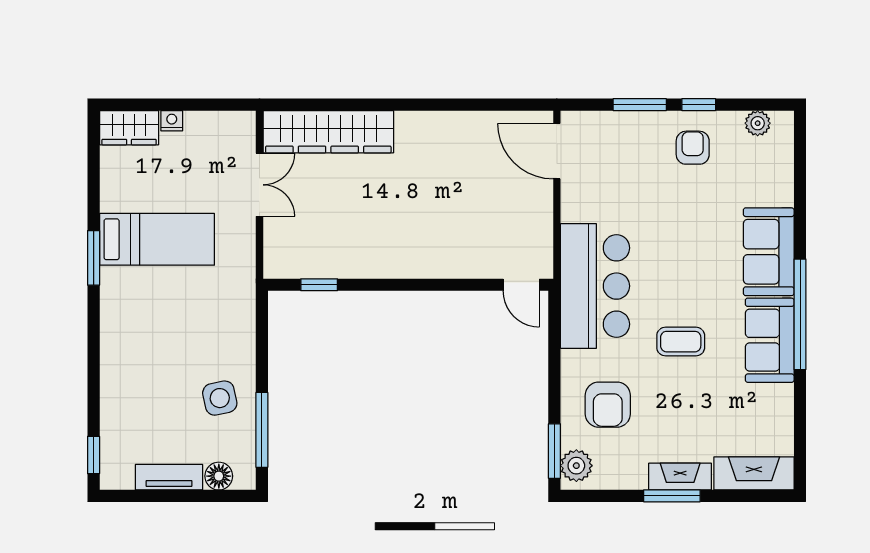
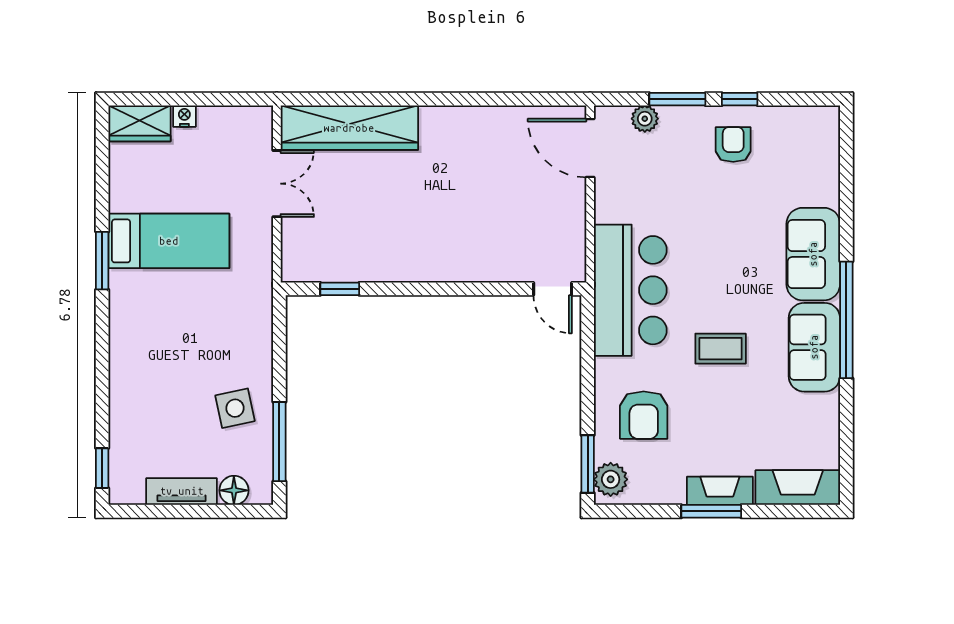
plant: (758, 123) -> (645, 119), moved

